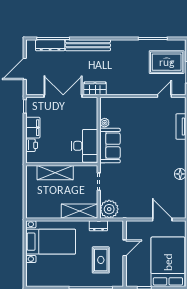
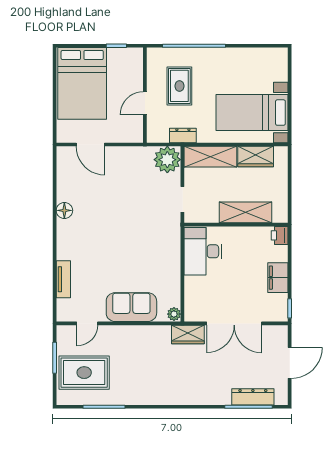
bench: (88, 45) -> (198, 397), removed
plant: (105, 123) -> (174, 314), moved
printer: (32, 145) -> (280, 235), moved
sofa: (110, 146) -> (131, 307), moved, turned 90
wardrobe: (48, 211) -> (256, 157), added

